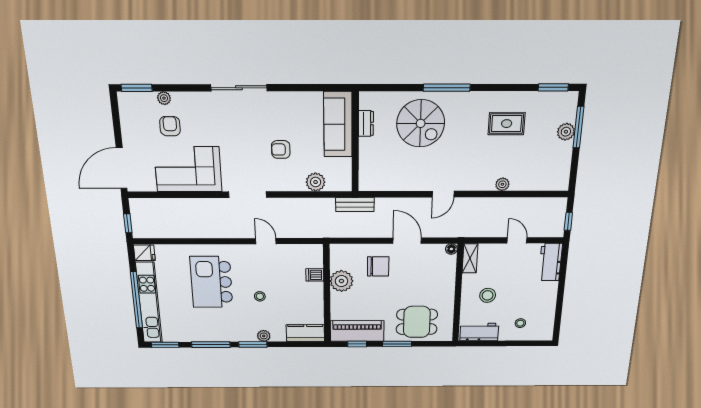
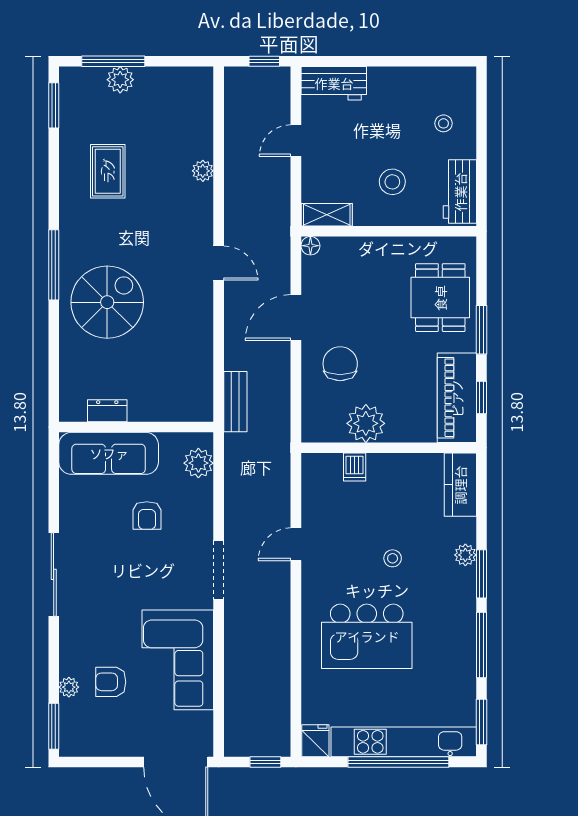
dresser: (366, 123) -> (107, 411), moved
sofa: (338, 124) -> (109, 453), moved
wall: (355, 142) -> (136, 427), moved

